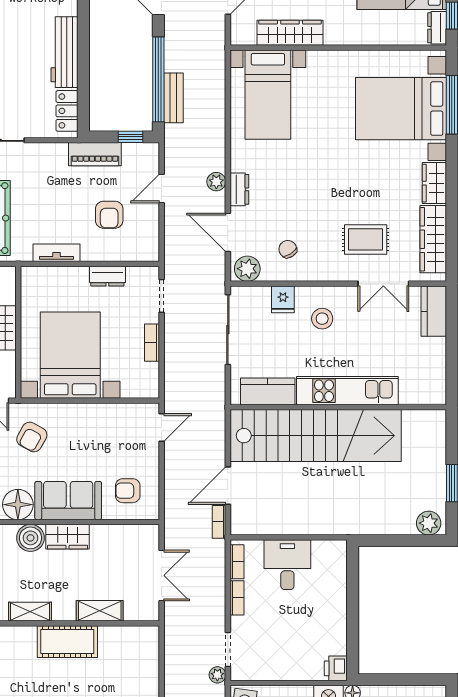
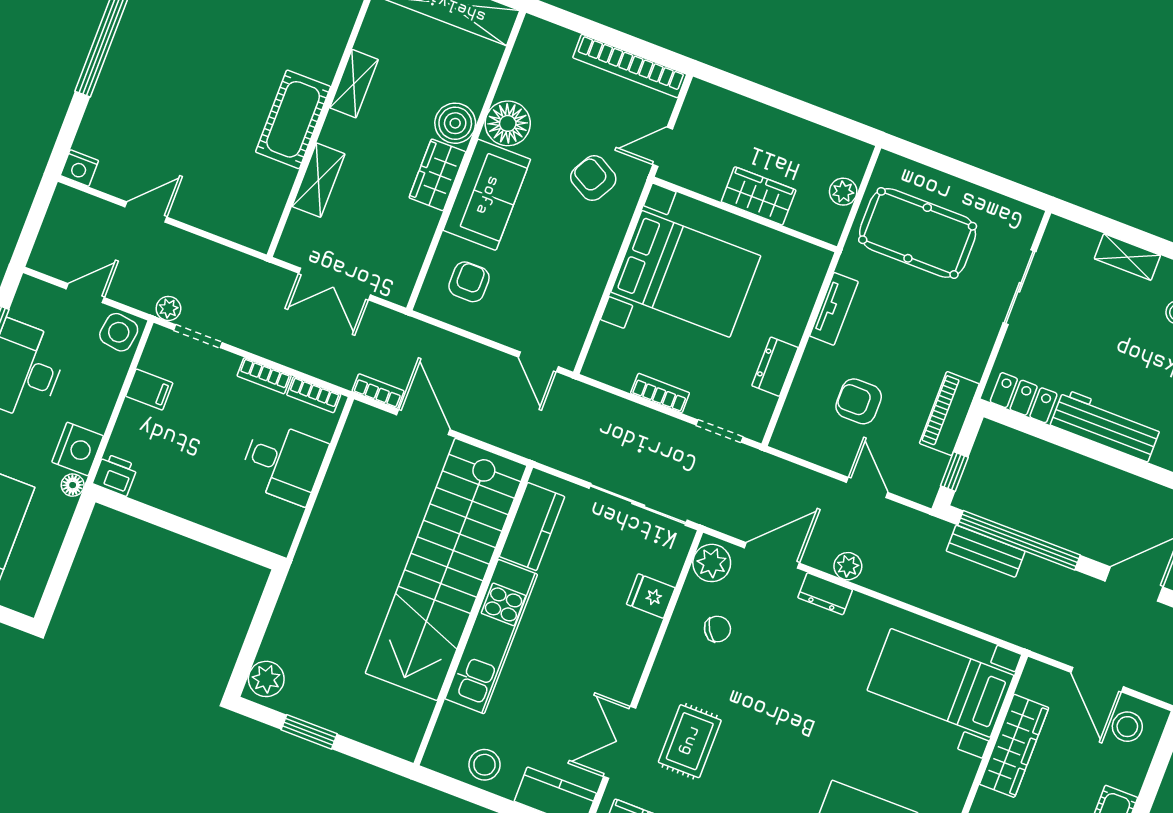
stool: (322, 319) -> (484, 765), moved
filing cabinet: (273, 667) -> (149, 390), added

